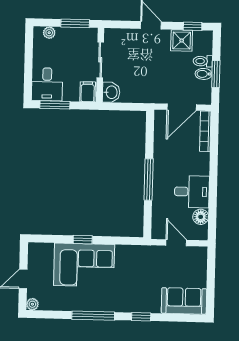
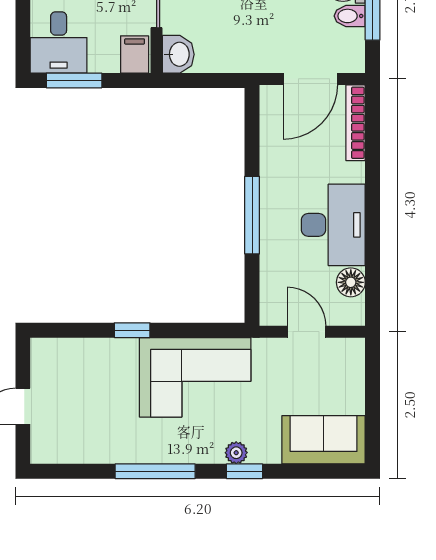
desk: (192, 192) -> (333, 225), width x1.37
corner sofa: (84, 265) -> (195, 377), moved
plant: (32, 304) -> (236, 453), moved

